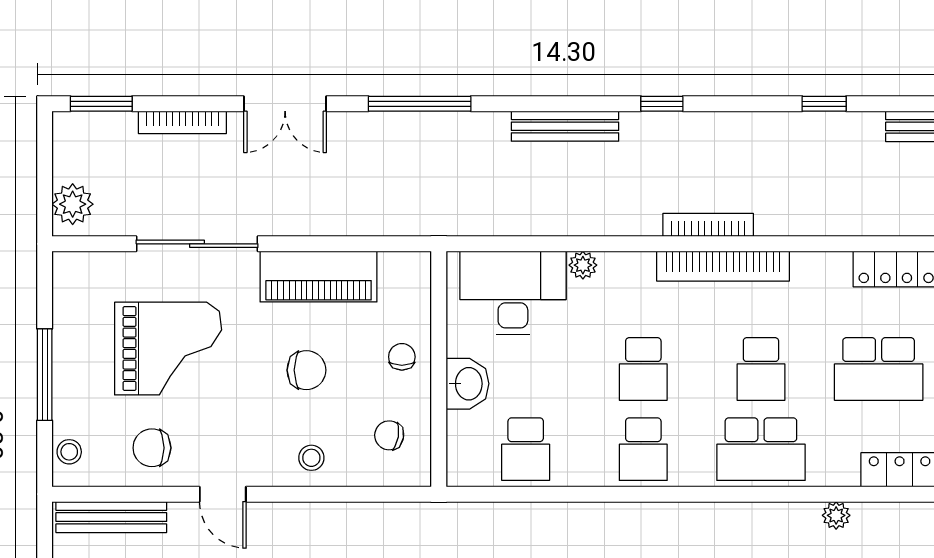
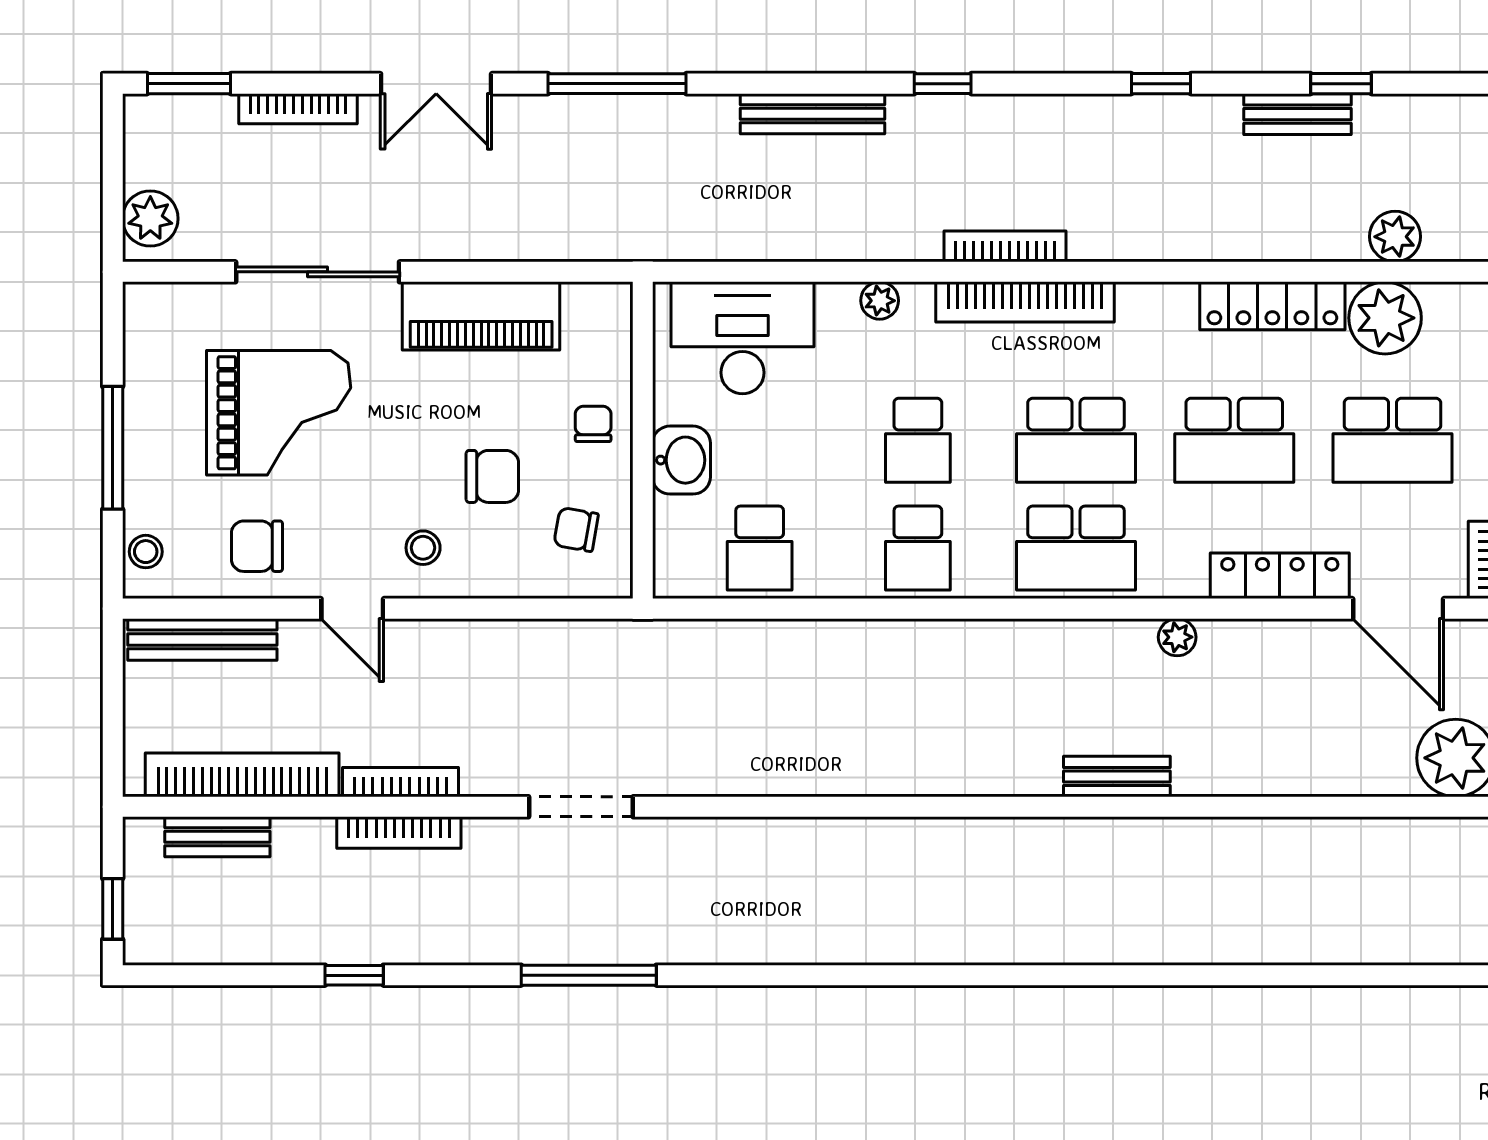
plant: (583, 265) -> (880, 301), moved
school desk: (761, 369) -> (1076, 440), width x1.85
chair: (306, 370) -> (492, 476), moved
stool: (311, 458) -> (423, 548), moved

